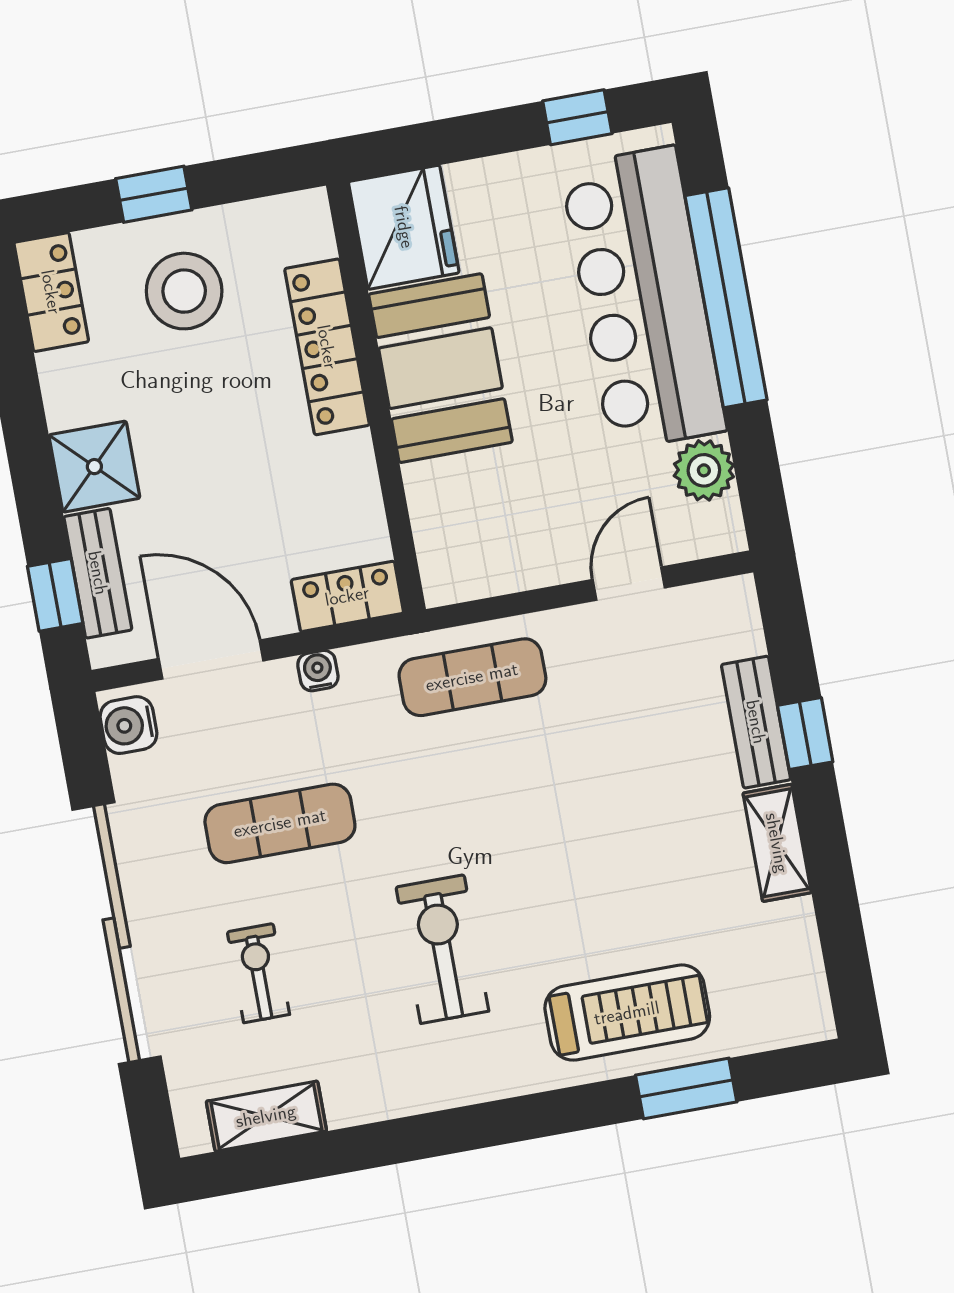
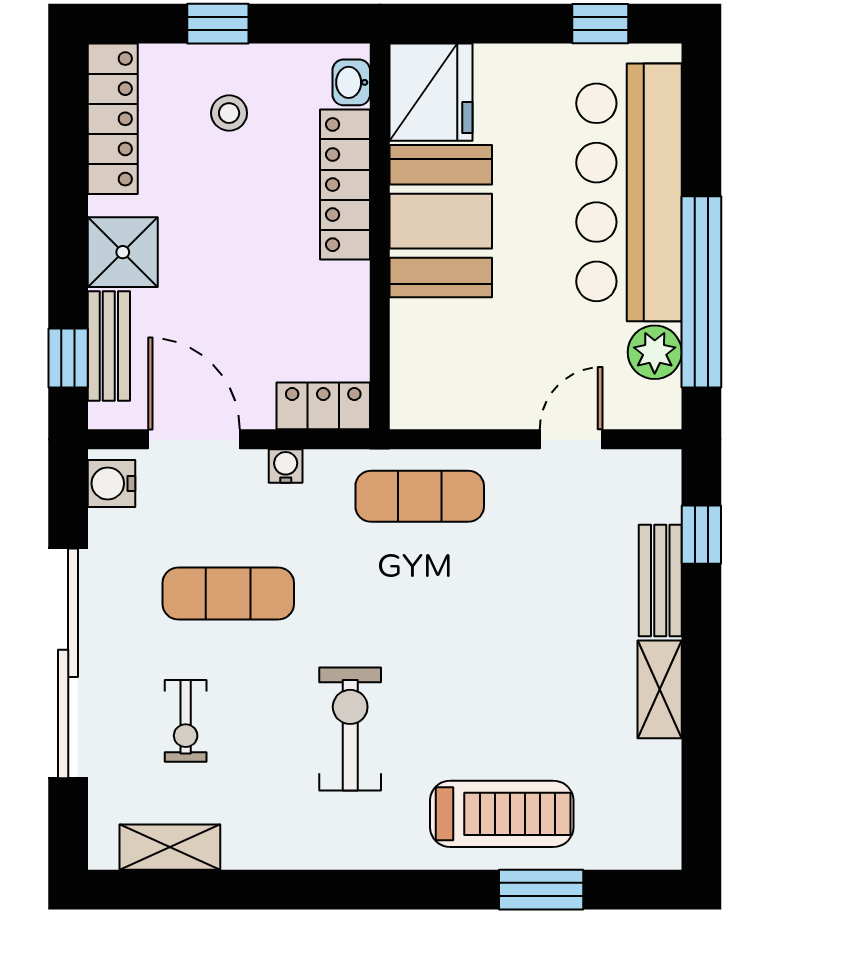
washbasin: (313, 232) -> (351, 82), added
stool: (184, 291) -> (229, 113), width x0.53, depth x0.53
locker: (51, 292) -> (113, 119), width x1.53
window: (726, 298) -> (701, 292), moved
window: (805, 734) -> (701, 535), moved
exercise bike: (258, 973) -> (186, 721), turned 180

